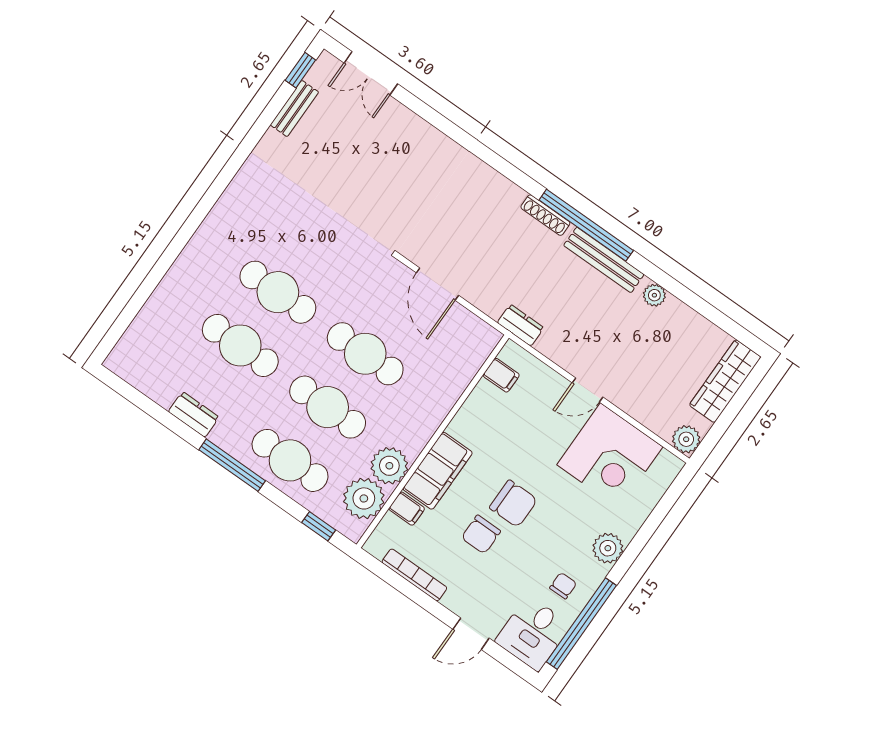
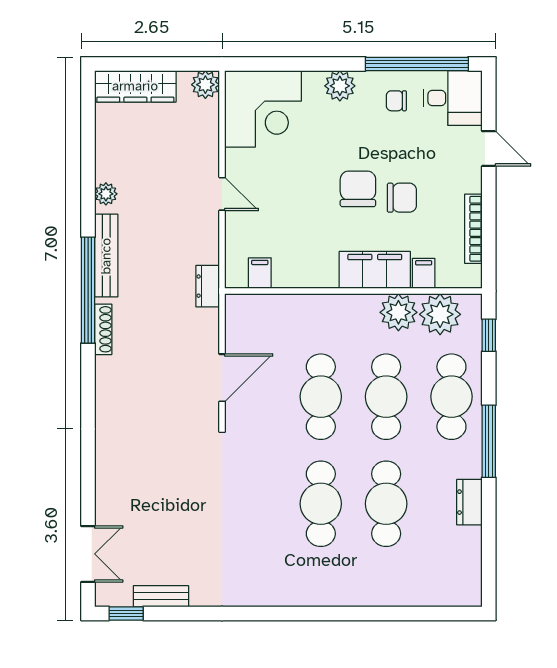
corner desk: (610, 456) -> (263, 109), moved, turned 90

